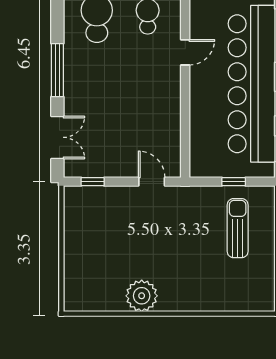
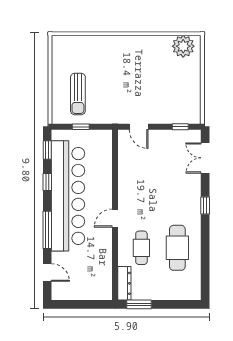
window: (57, 70) -> (205, 206), width x0.46
plant: (142, 296) -> (183, 46), moved

